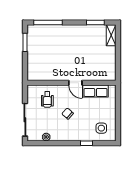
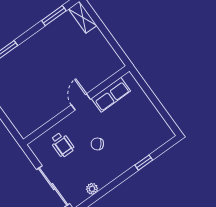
door: (75, 83) -> (81, 102), swing flipped
side table: (101, 128) -> (148, 133), removed

